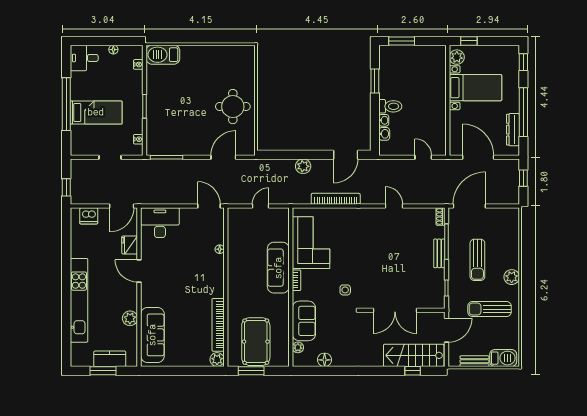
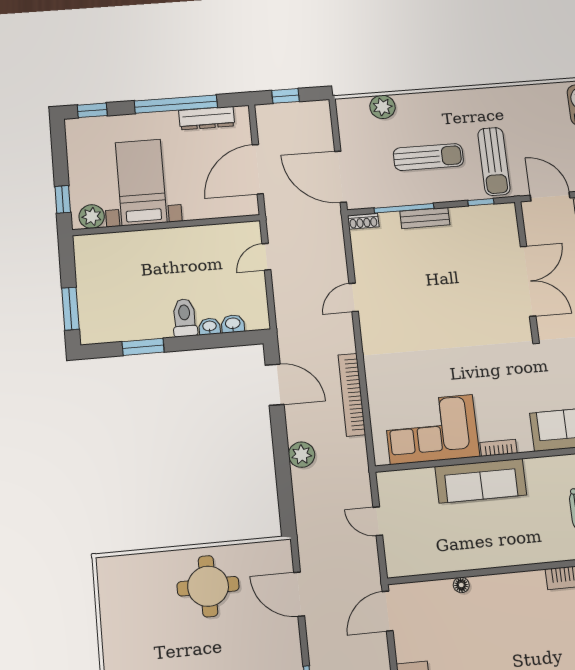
plant: (512, 277) -> (382, 107), moved
side table: (345, 290) -> (505, 365), removed
sun lounger: (490, 309) -> (494, 161), moved

